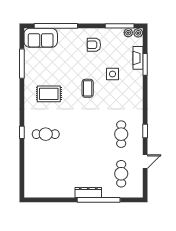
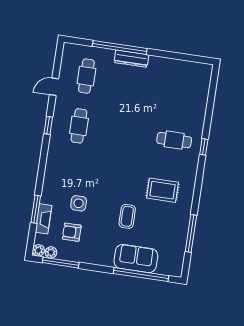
sofa: (41, 38) -> (136, 259), moved
armchair: (94, 45) -> (72, 232), moved, turned 180
coffee table: (88, 88) -> (127, 216), moved

